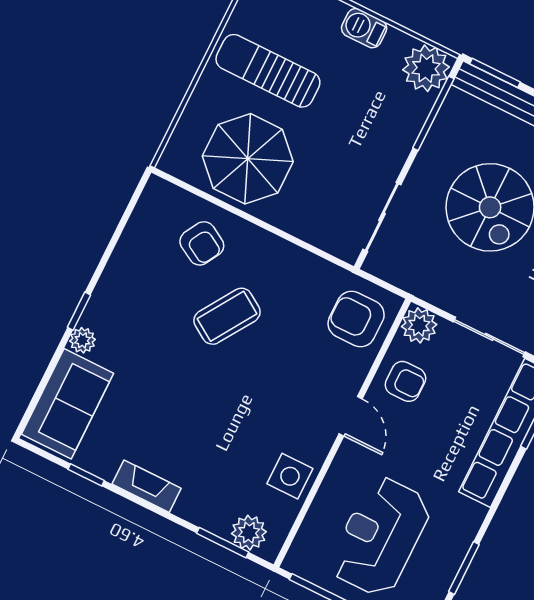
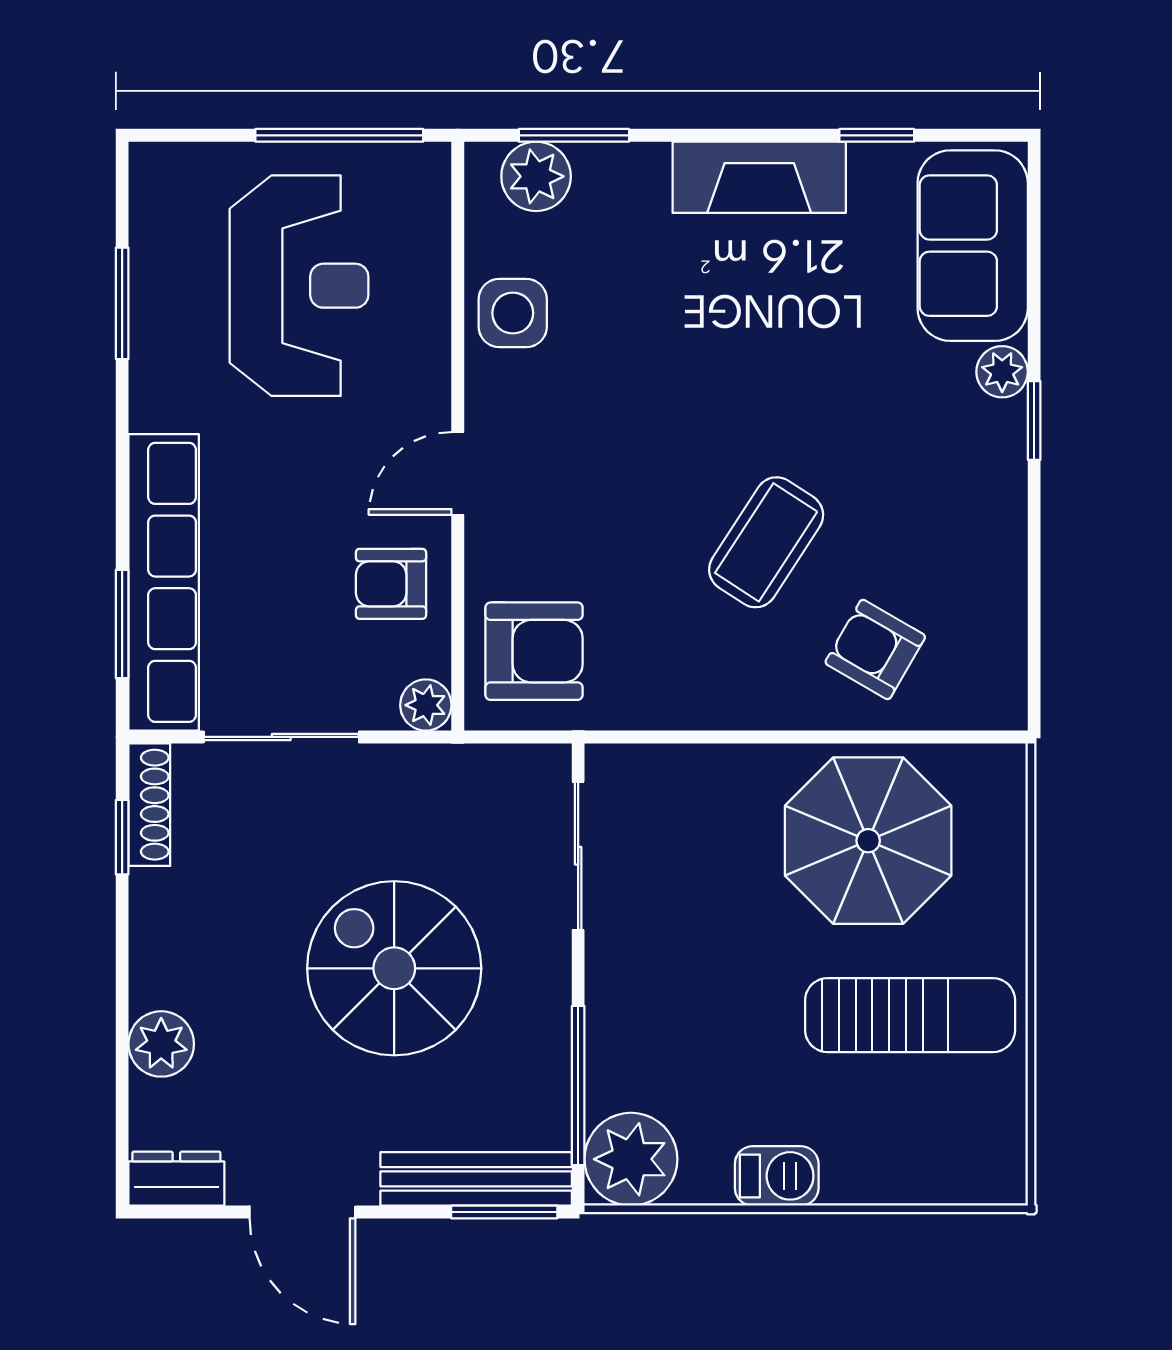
plant: (419, 325) -> (426, 705), width x0.73, depth x0.73
door: (351, 416) -> (458, 473), hinge flipped
fireplace: (147, 486) -> (759, 177), width x1.37, depth x1.32

